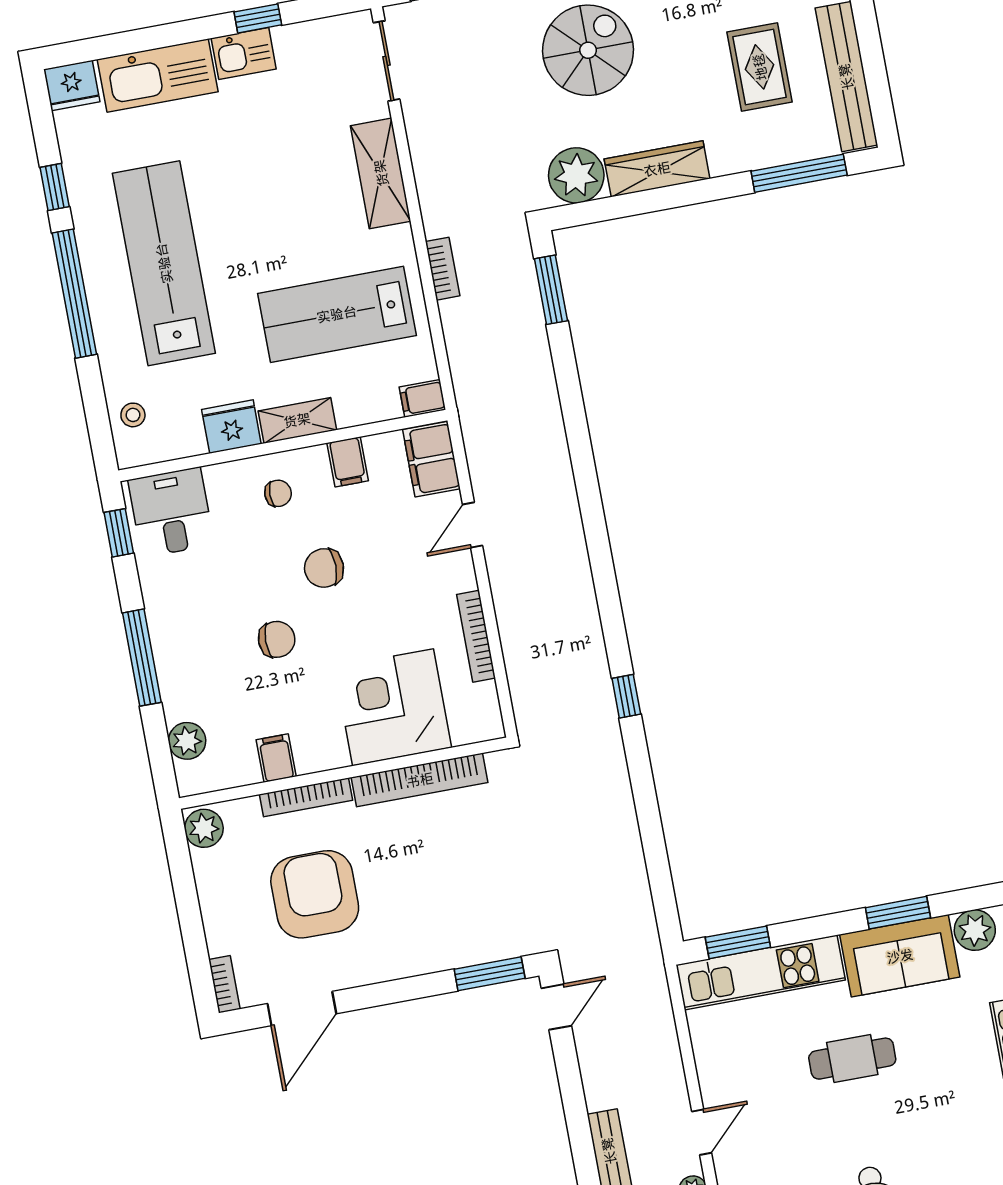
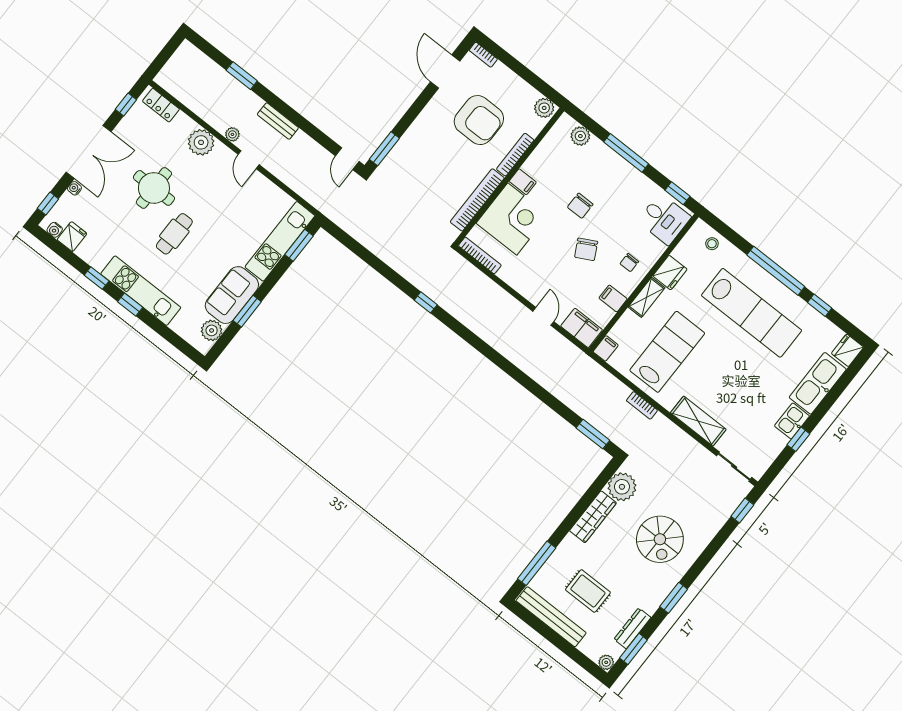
chair: (324, 568) -> (586, 249), turned 152
bookcase: (476, 636) -> (480, 255), moved
filing cabinet: (276, 758) -> (523, 182), moved
cafe table: (852, 1059) -> (174, 234), moved

